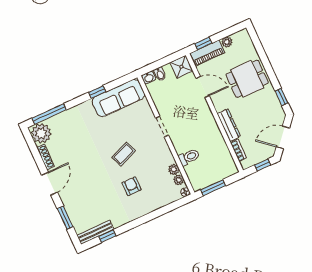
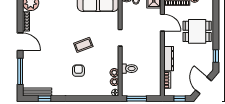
door: (283, 137) -> (203, 85), hinge flipped
door: (50, 184) -> (20, 42), hinge flipped
window: (65, 218) -> (20, 71), width x1.44

